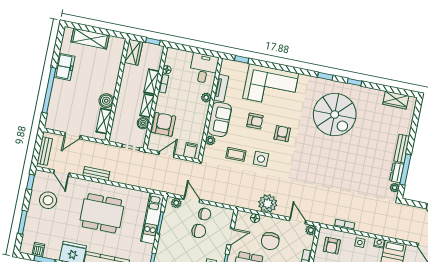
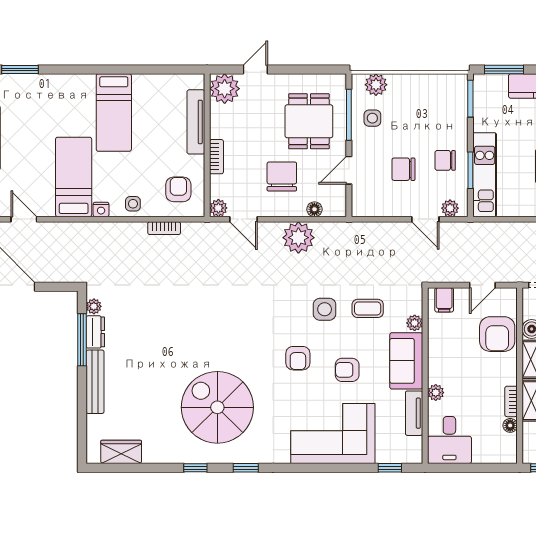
bench: (402, 149) -> (95, 382), width x1.36
chair: (205, 214) -> (445, 160), moved

